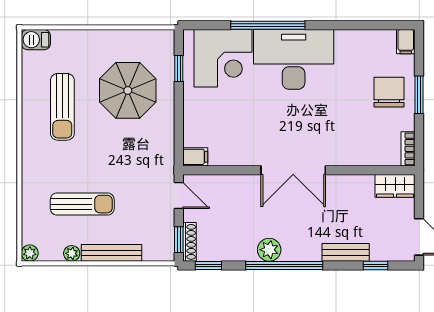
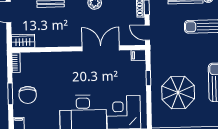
window: (179, 68) -> (148, 78), moved
double door: (293, 170) -> (101, 48), moved

